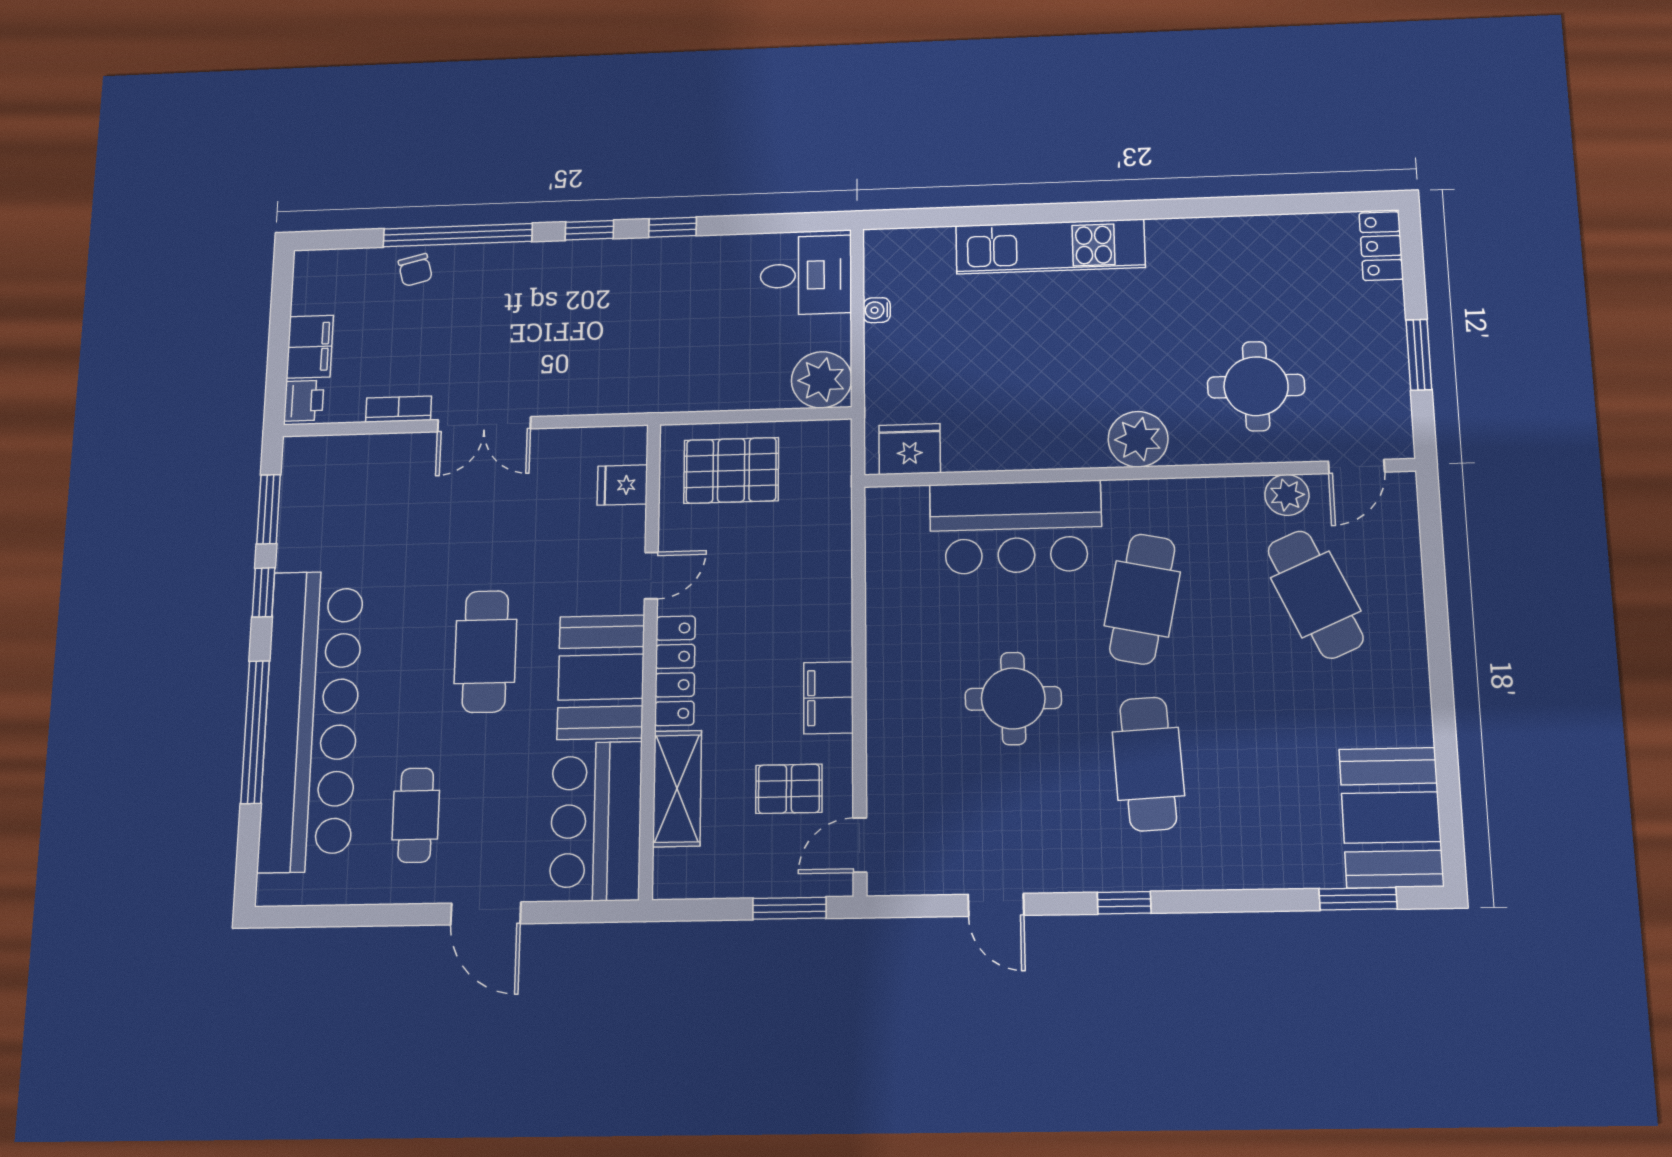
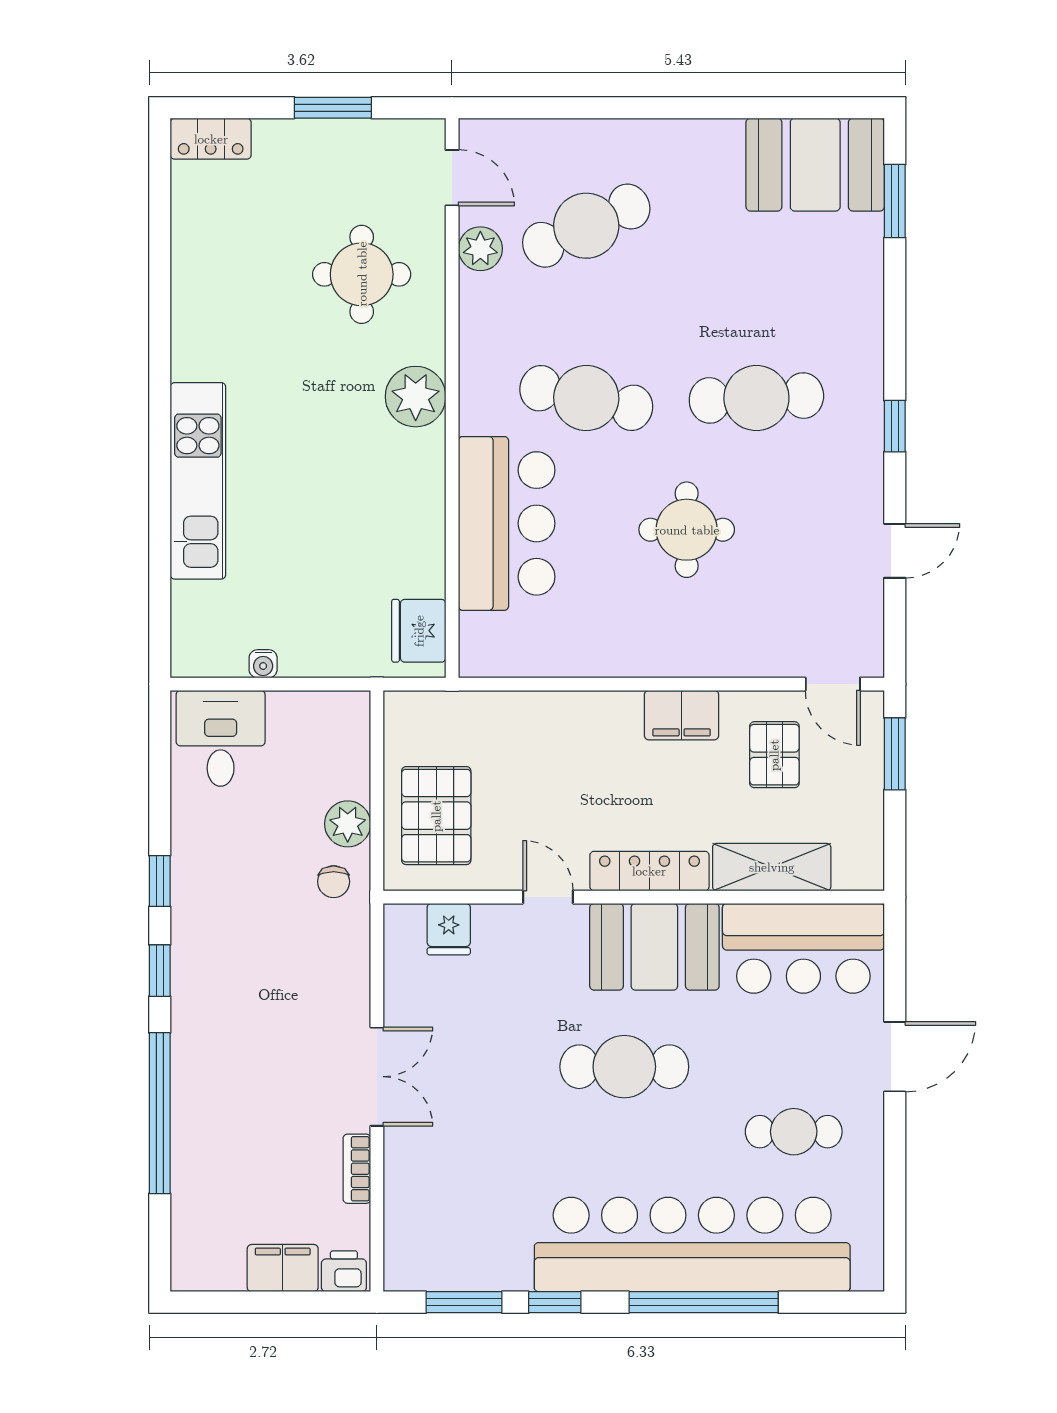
chair: (415, 270) -> (334, 882), moved, turned 104
plant: (822, 380) -> (348, 824), moved, width x0.73, depth x0.73

